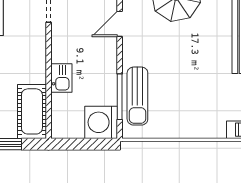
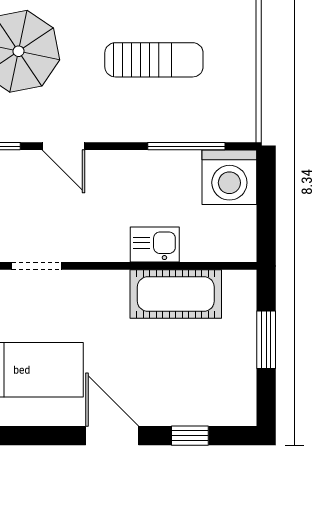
sun lounger: (137, 96) -> (154, 60), moved
cot: (32, 111) -> (176, 294), moved

